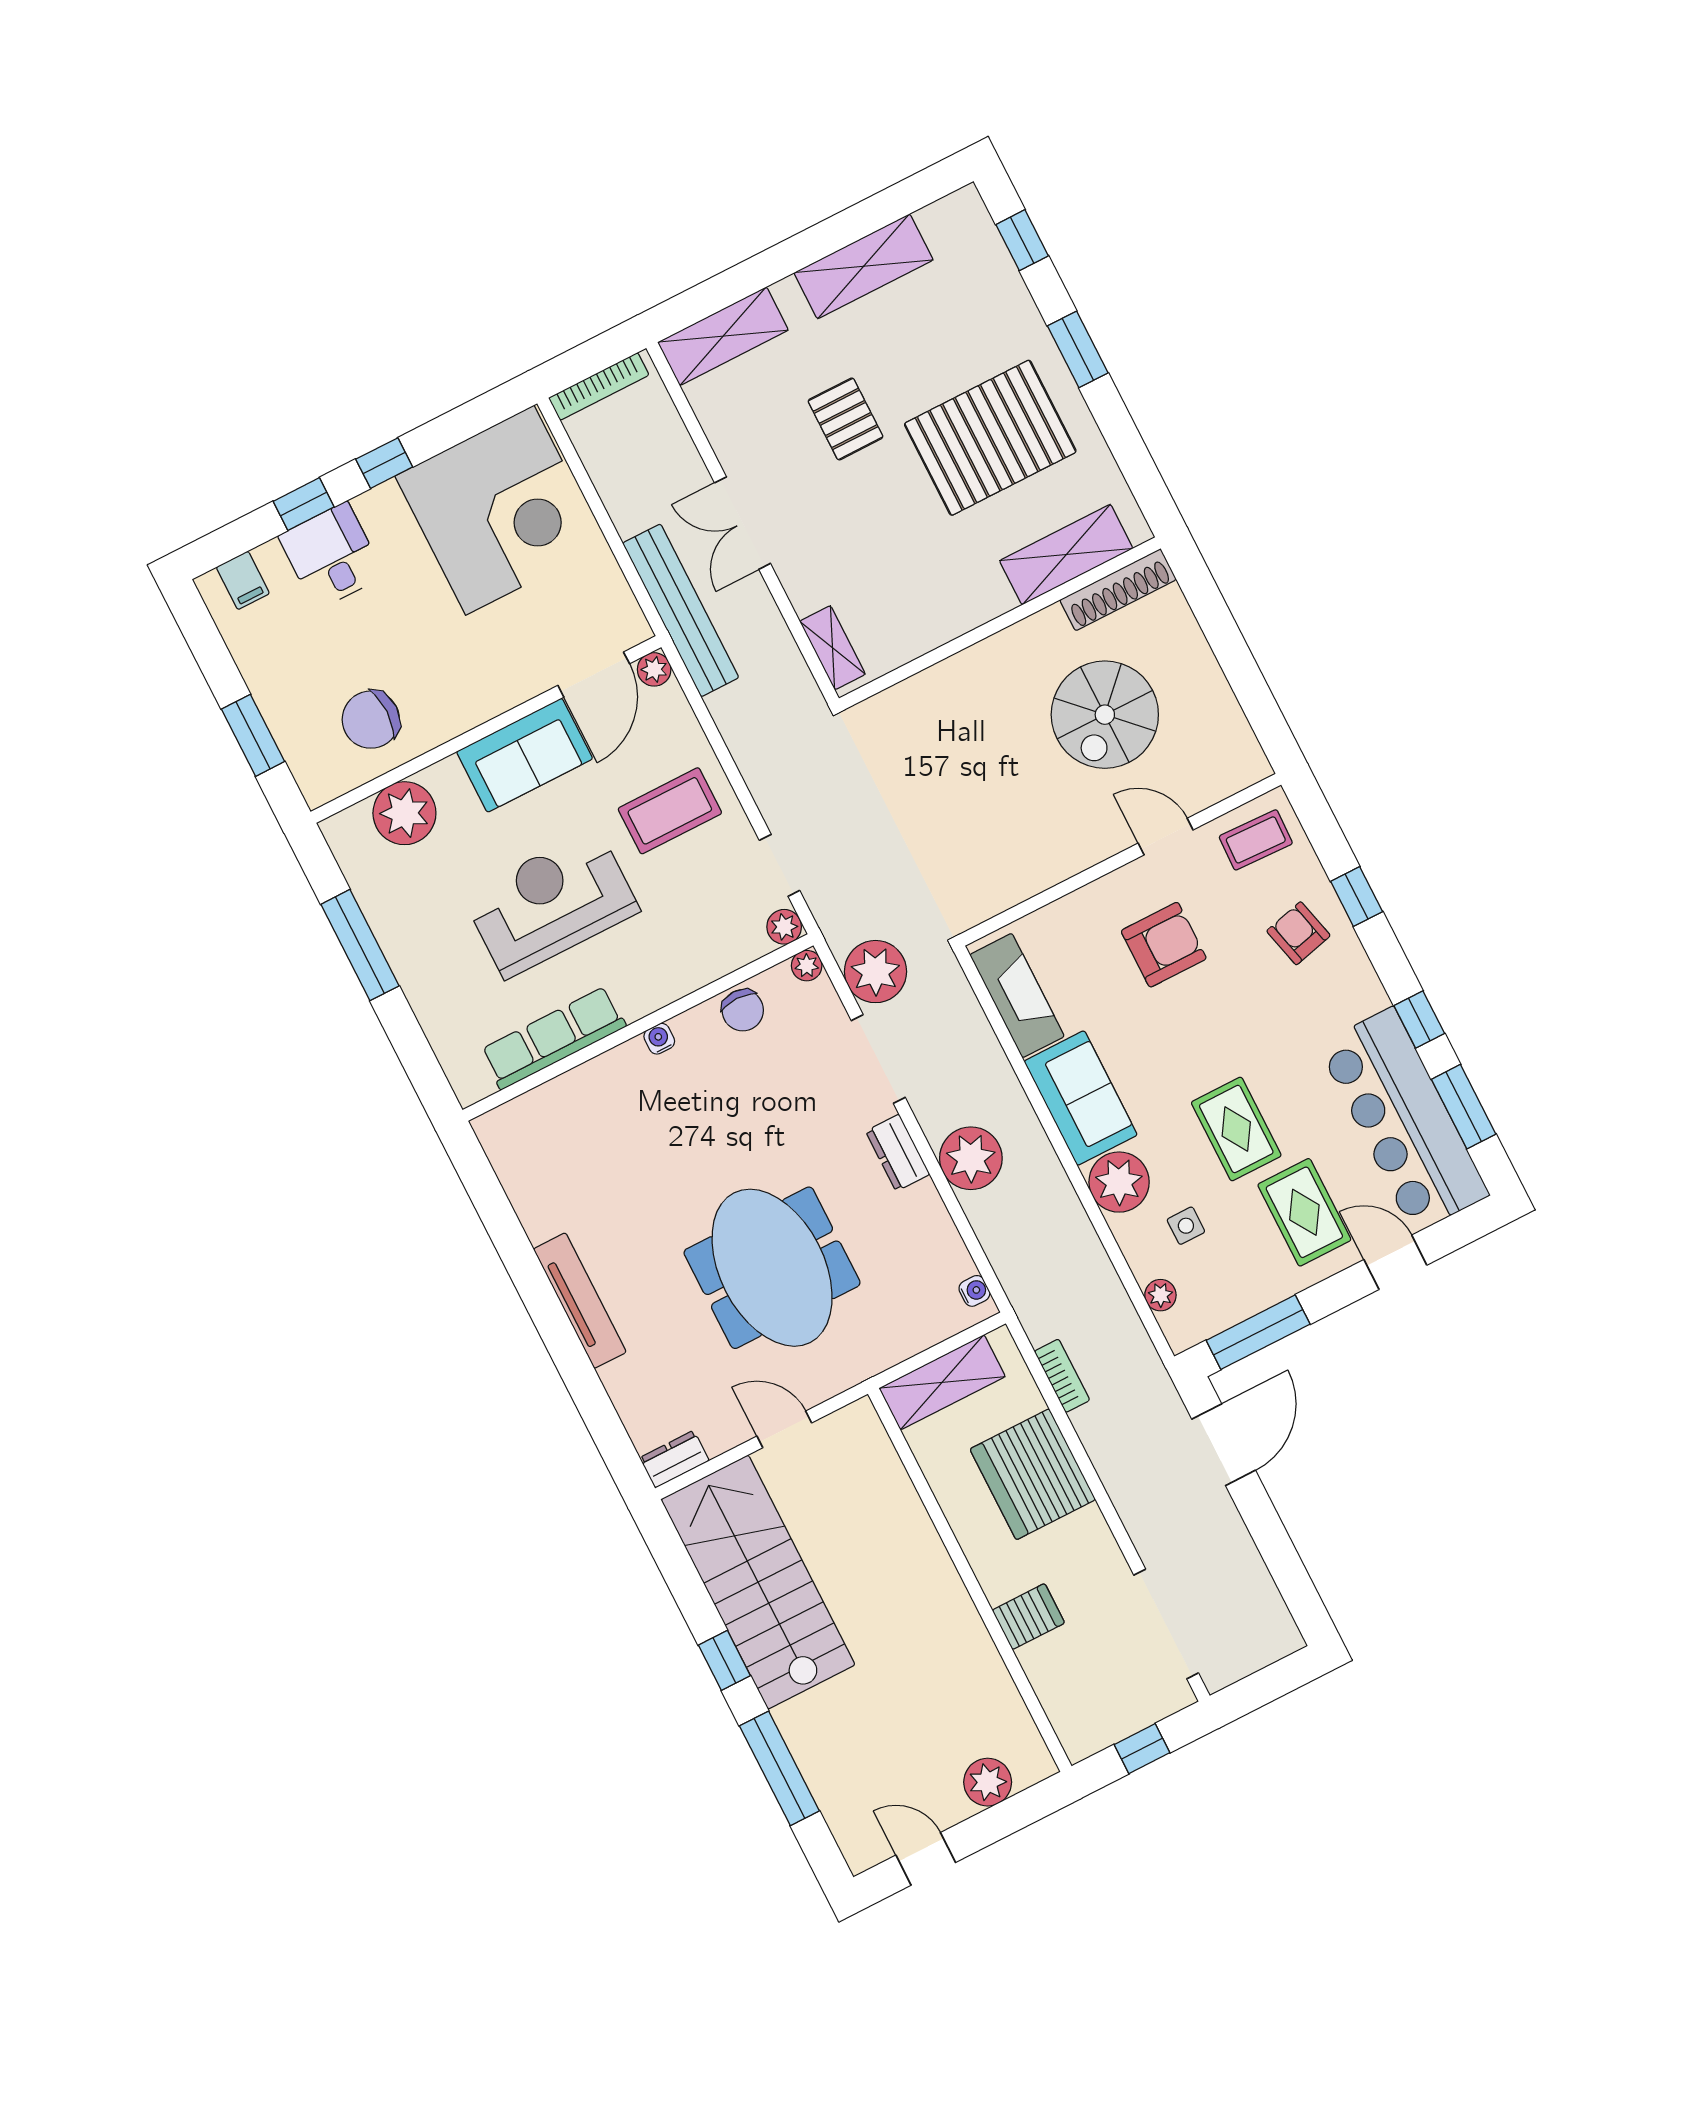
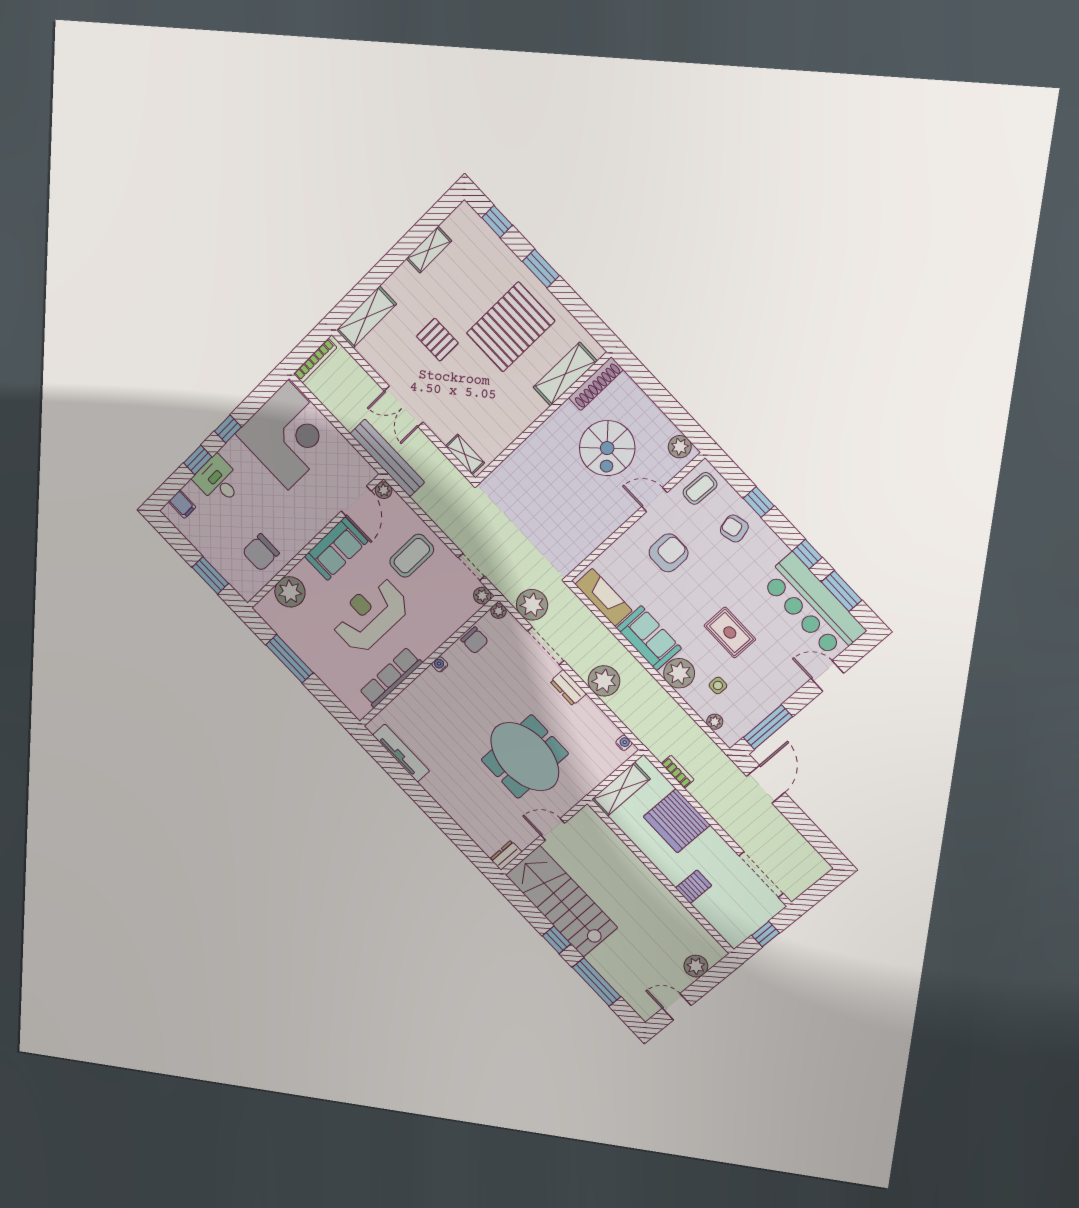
shelving: (864, 266) -> (429, 250), width x0.67, depth x0.75
plant: (1240, 752) -> (680, 447), added
rug: (1304, 1212) -> (775, 664), removed
tv unit: (580, 1301) -> (401, 753), moved

